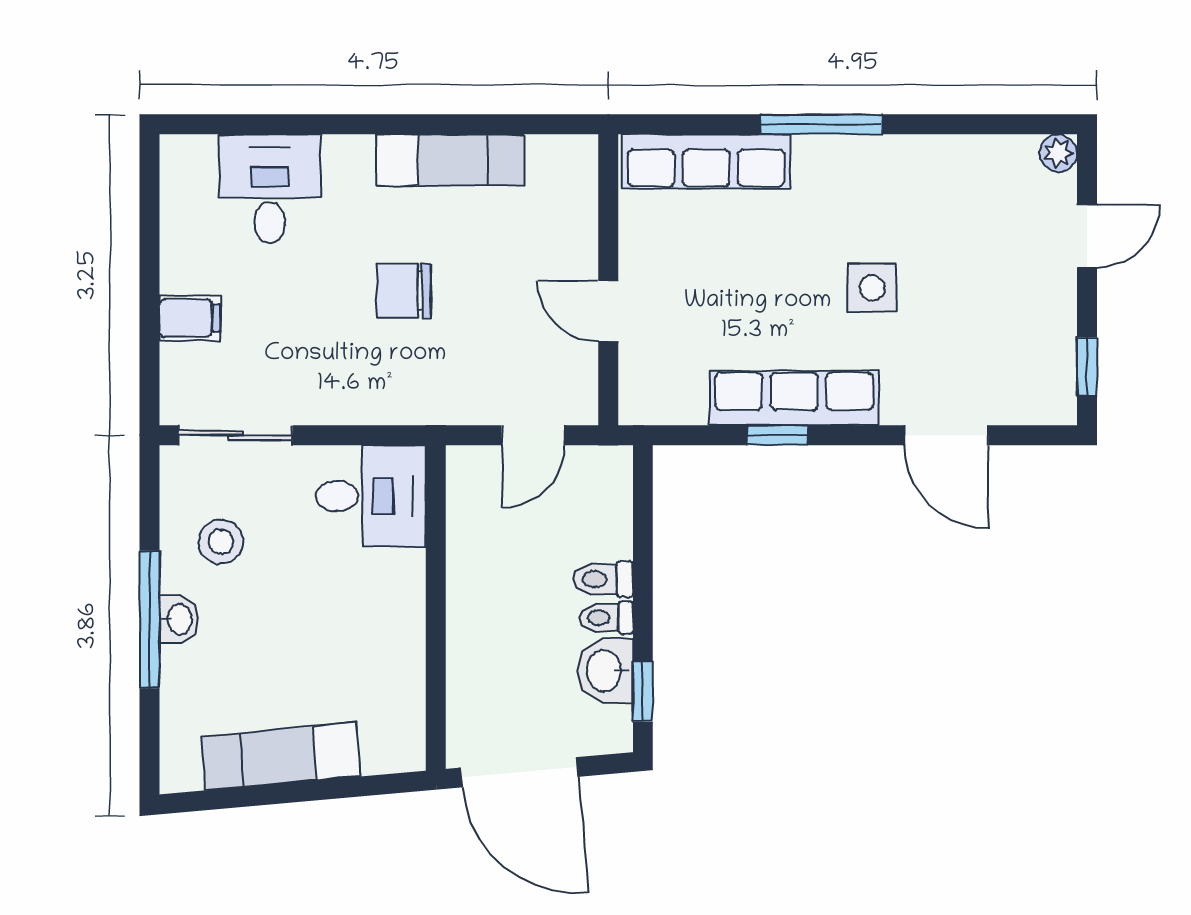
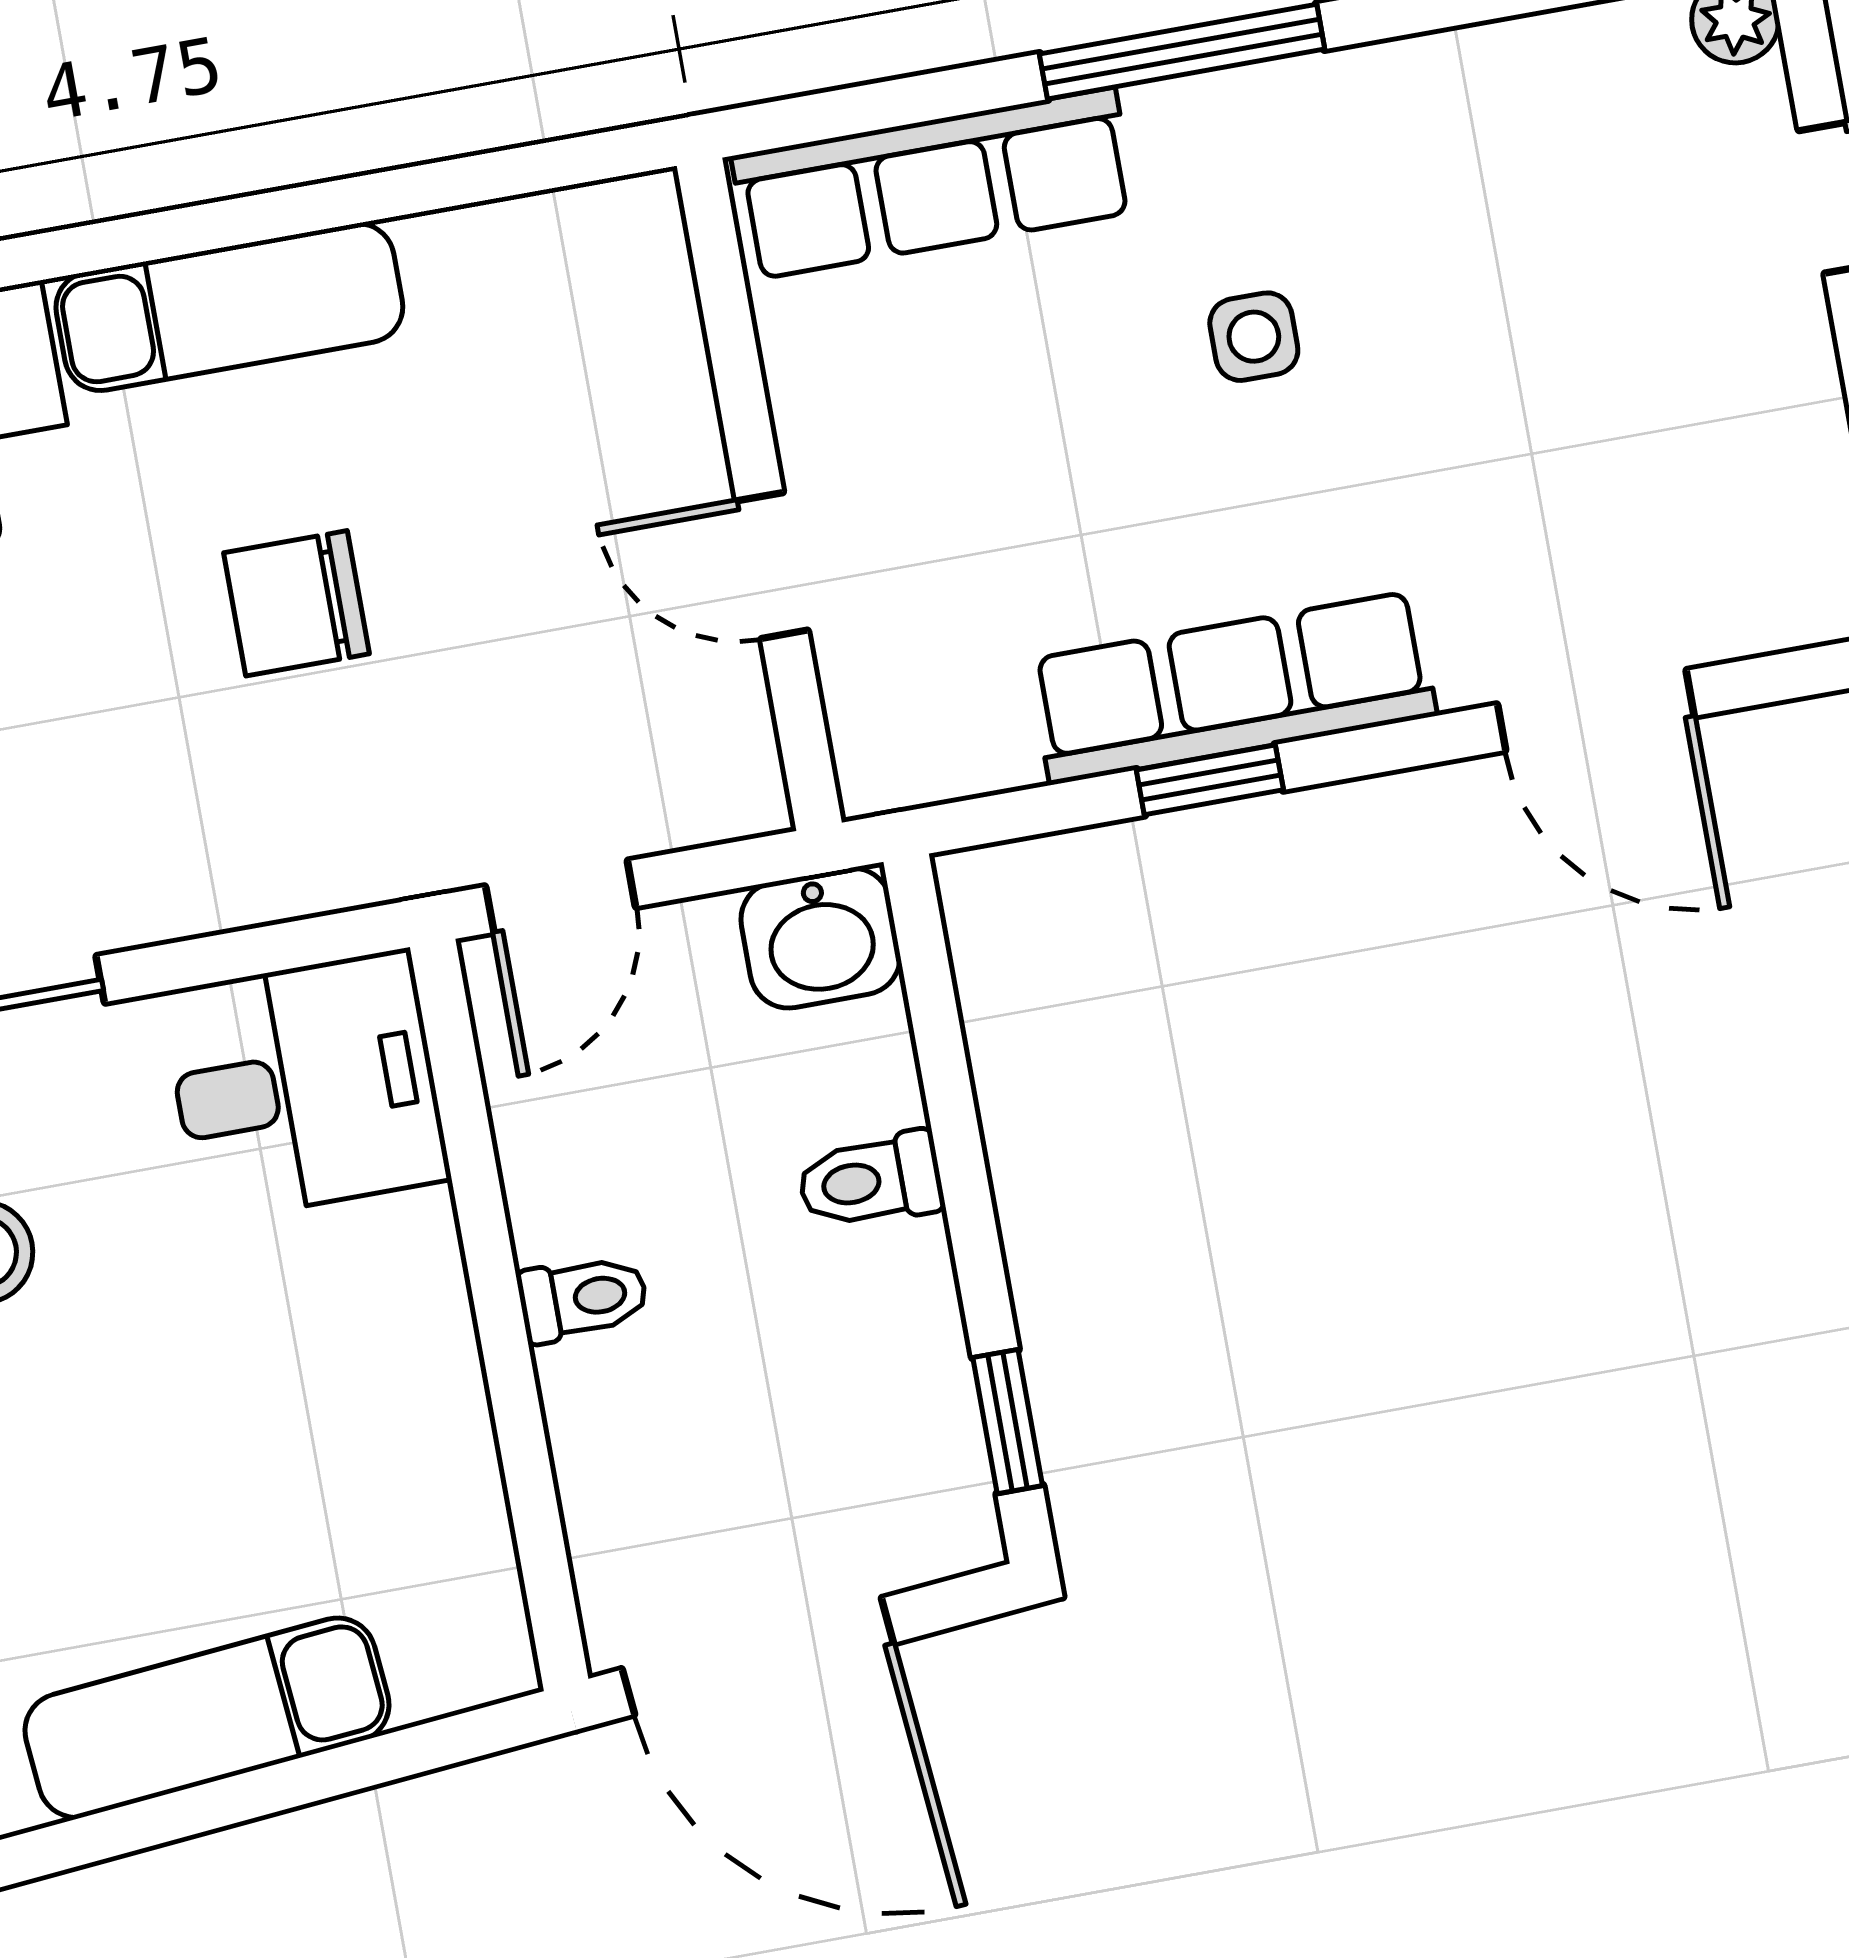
exam couch: (450, 160) -> (229, 307), moved
side table: (872, 288) -> (1254, 337), moved, width x0.73, depth x0.73
door: (533, 435) -> (561, 897), moved
toilet: (606, 618) -> (583, 1298), moved, turned 180
washbasin: (605, 671) -> (821, 938), moved, turned -90

